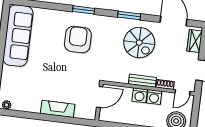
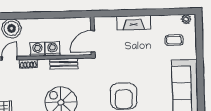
bench: (142, 81) -> (64, 64), moved
coffee table: (21, 86) -> (174, 40), added

